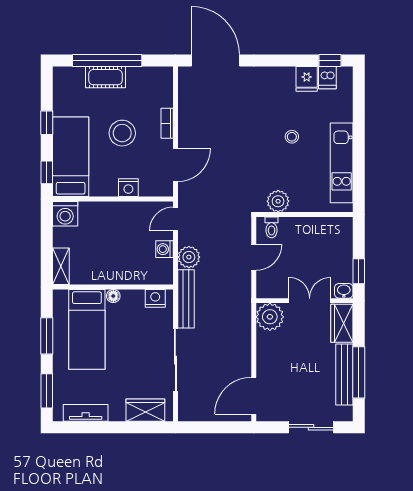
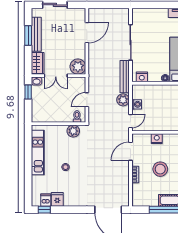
window: (359, 372) -> (28, 35), width x0.69
door: (254, 396) -> (87, 33), moved
wardrobe: (145, 410) -> (147, 14), removed

